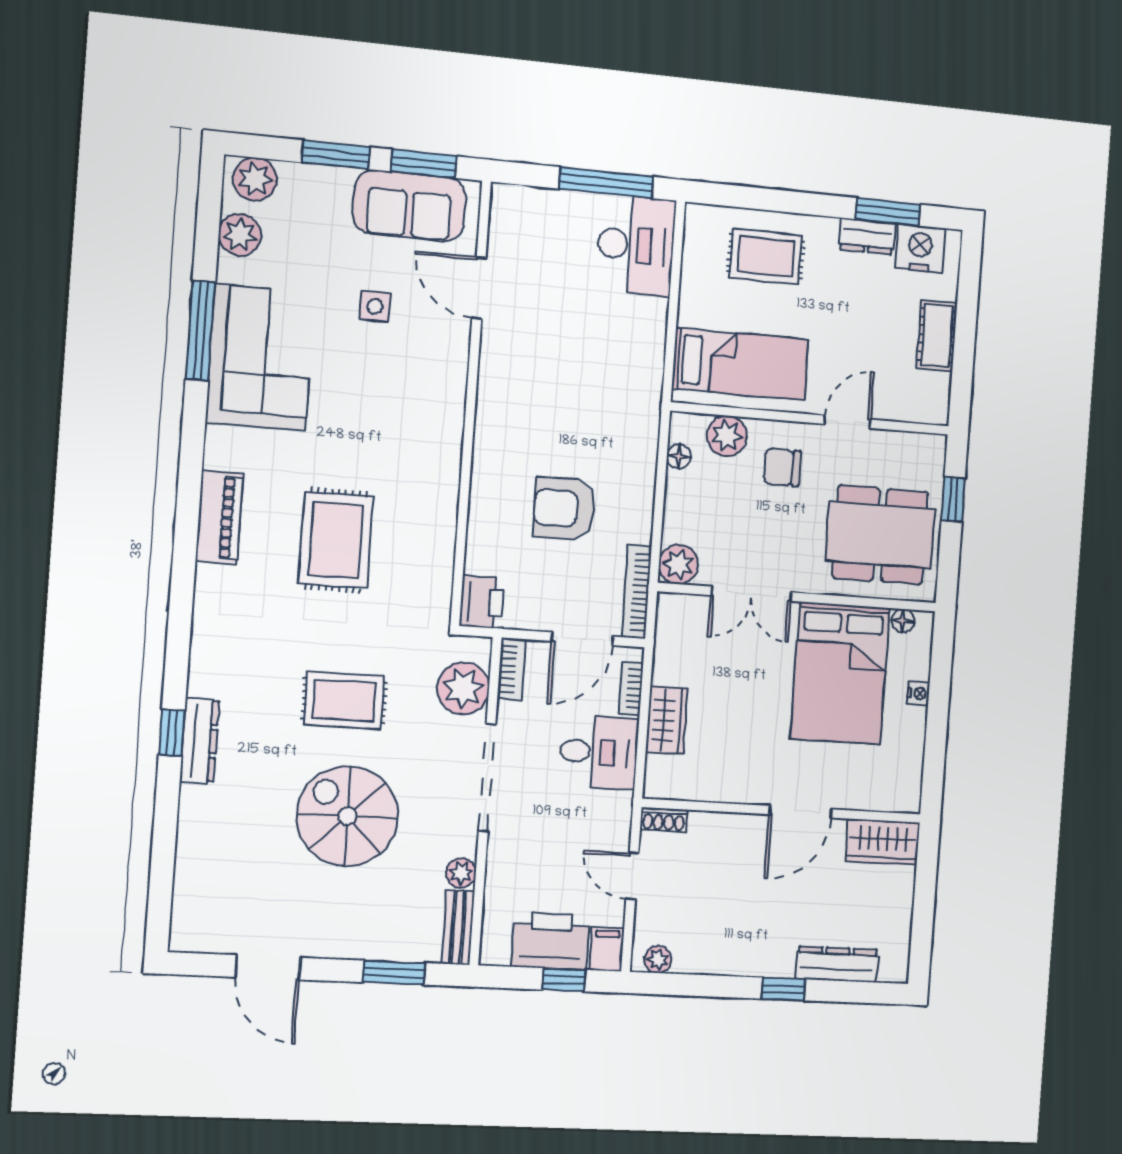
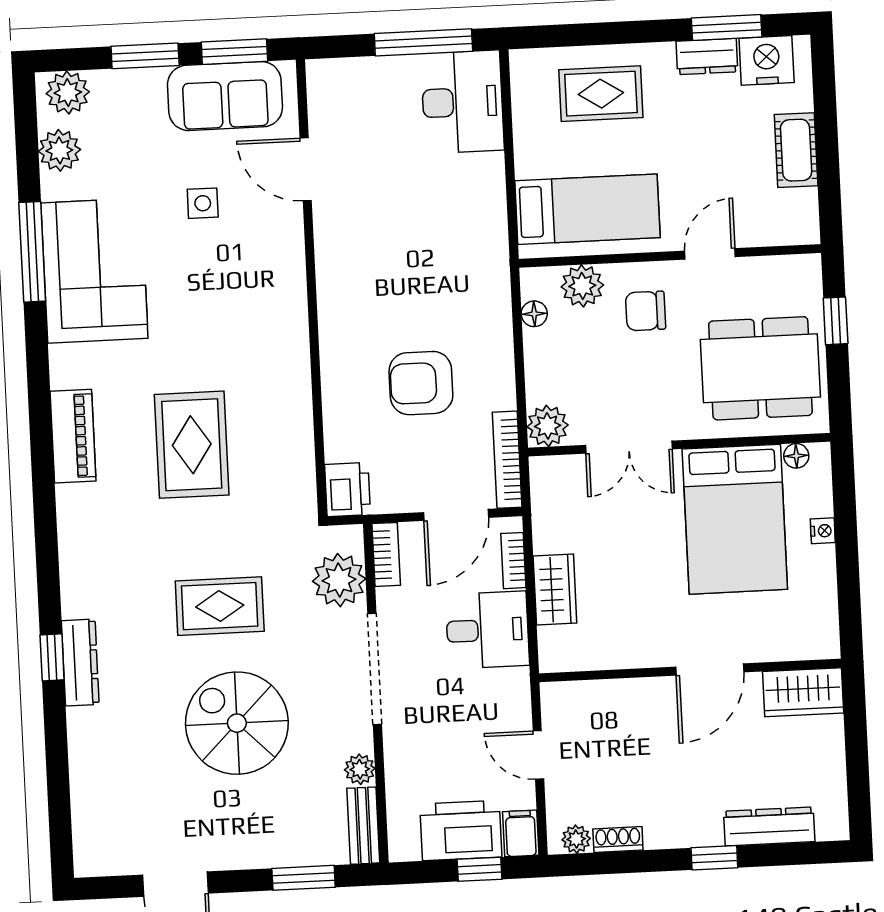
shoe rack: (664, 820) -> (618, 839), moved, turned 180

